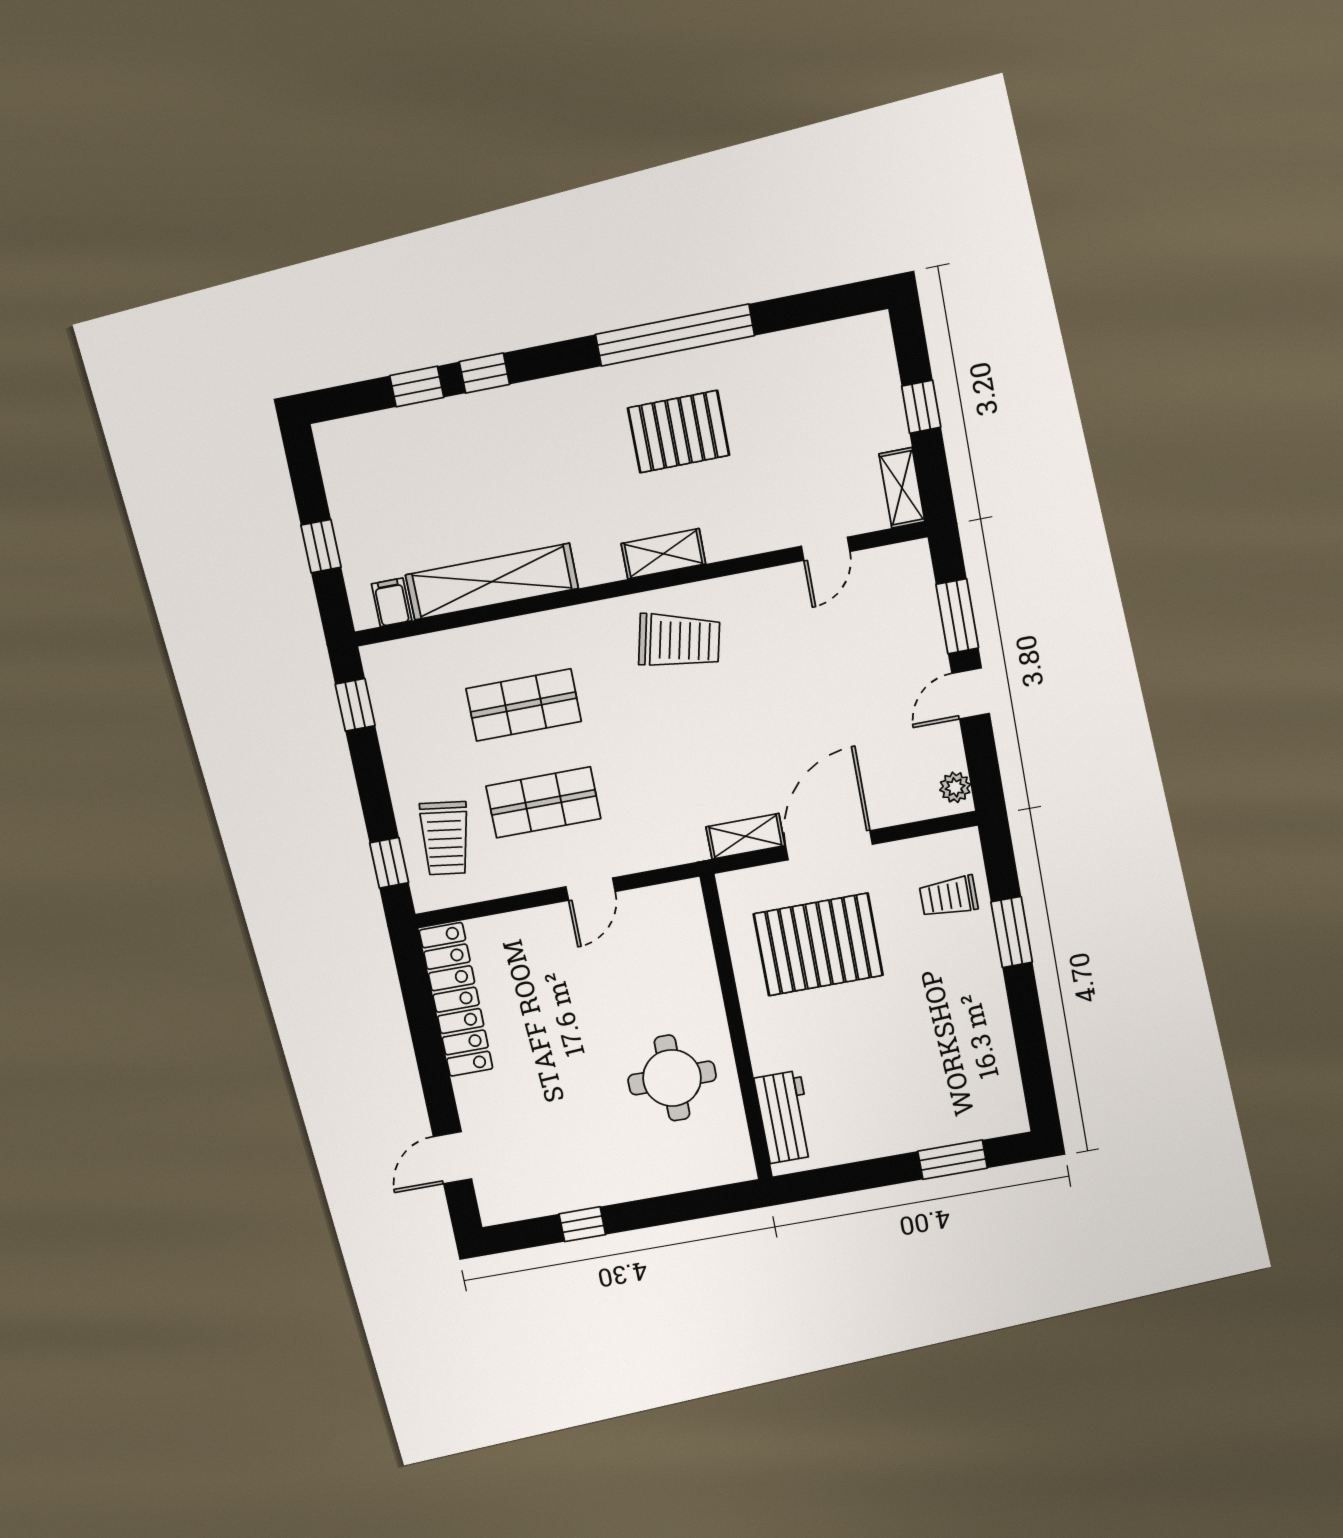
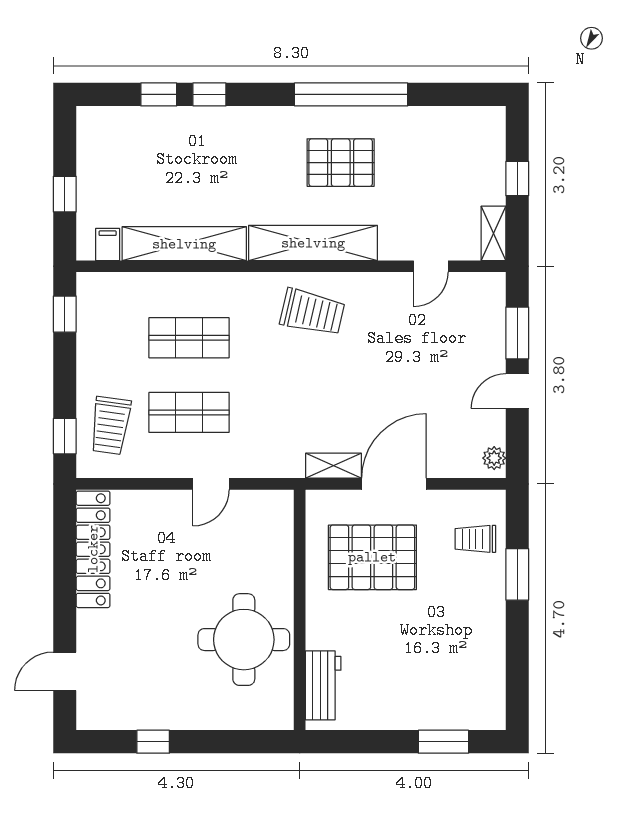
shelving: (663, 554) -> (313, 243), width x2.20, depth x1.33
round table: (672, 1078) -> (244, 640), width x1.36, depth x1.36

